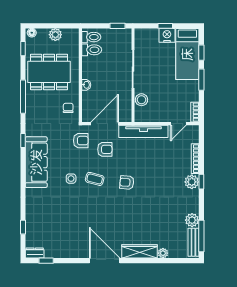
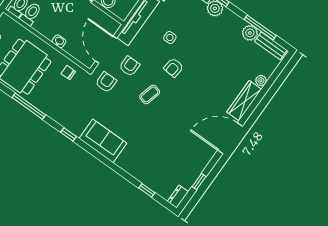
sofa: (36, 162) -> (103, 141), width x0.73
side table: (71, 179) -> (170, 38), moved
window: (201, 236) -> (260, 27), moved
window: (46, 261) -> (199, 182), moved

